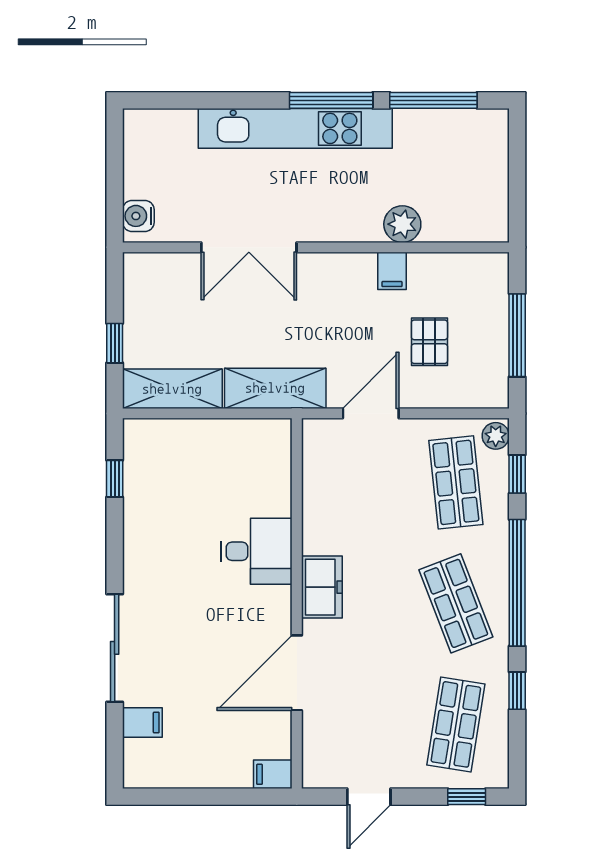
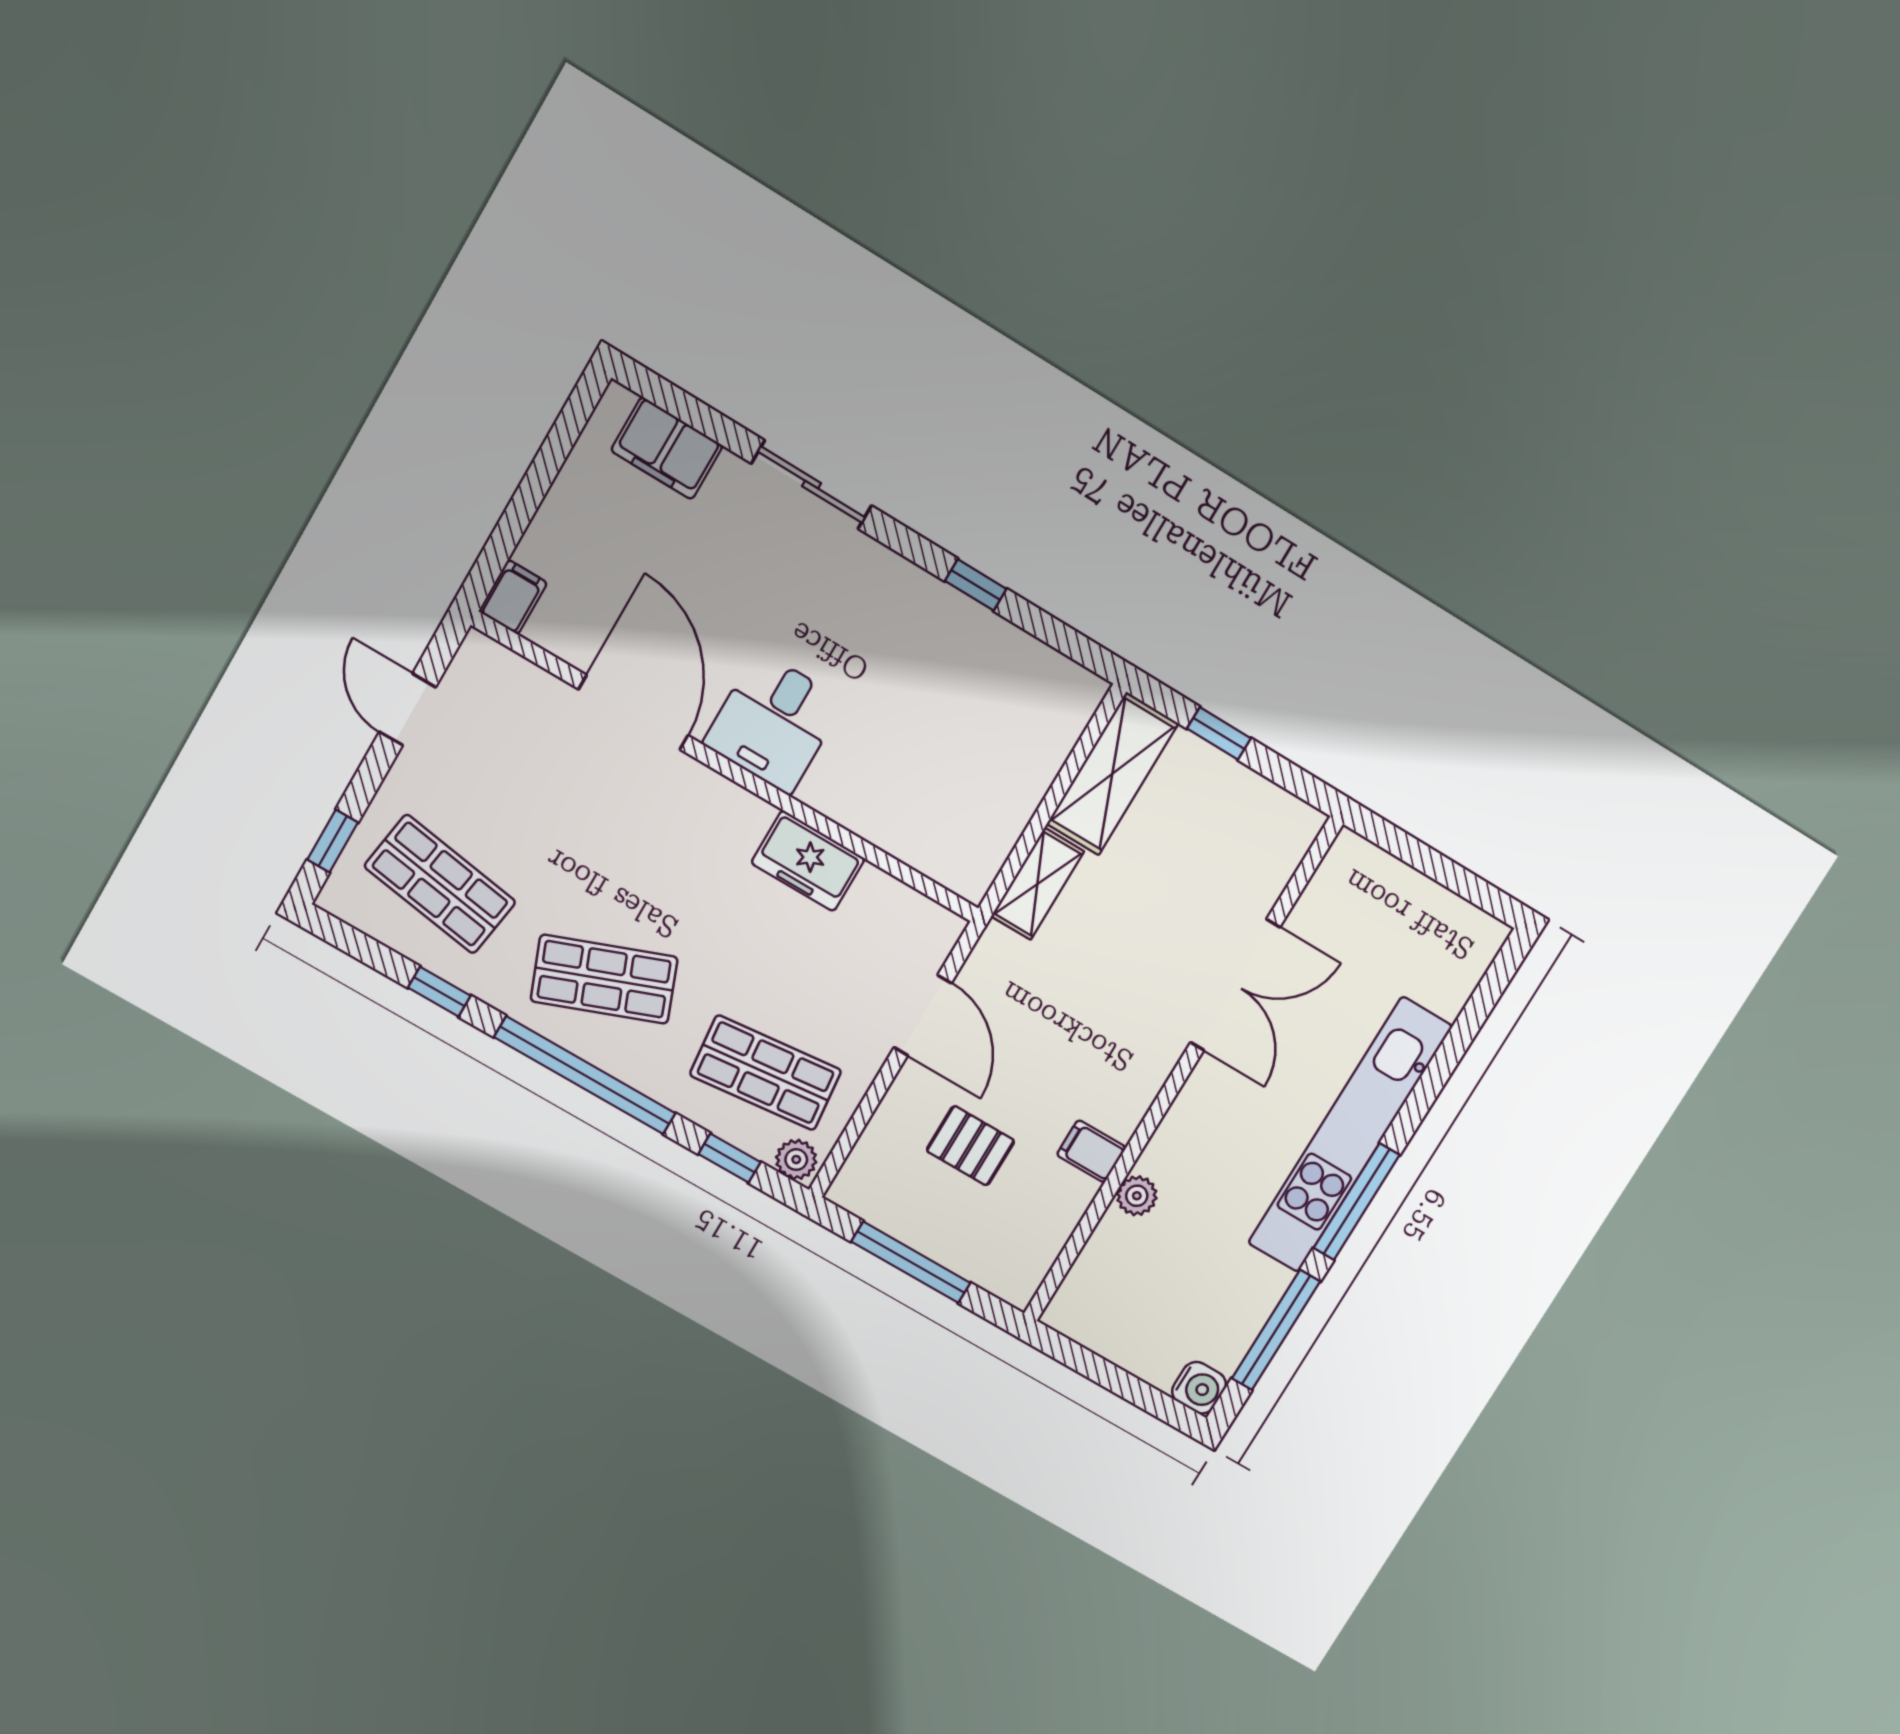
water cooler: (138, 216) -> (1199, 1388), moved, turned 90
plant: (402, 224) -> (1137, 1196), width x0.73, depth x0.73
double door: (249, 247) -> (1235, 985), swing flipped
shelving: (275, 388) -> (1038, 884), width x0.67, depth x0.75
window: (115, 479) -> (976, 585), moved
desk: (256, 551) -> (774, 722), moved
freezer: (322, 587) -> (808, 861), moved
sliding door: (115, 648) -> (812, 485), width x0.73
filing cabinet: (142, 723) -> (667, 448), width x2.00

